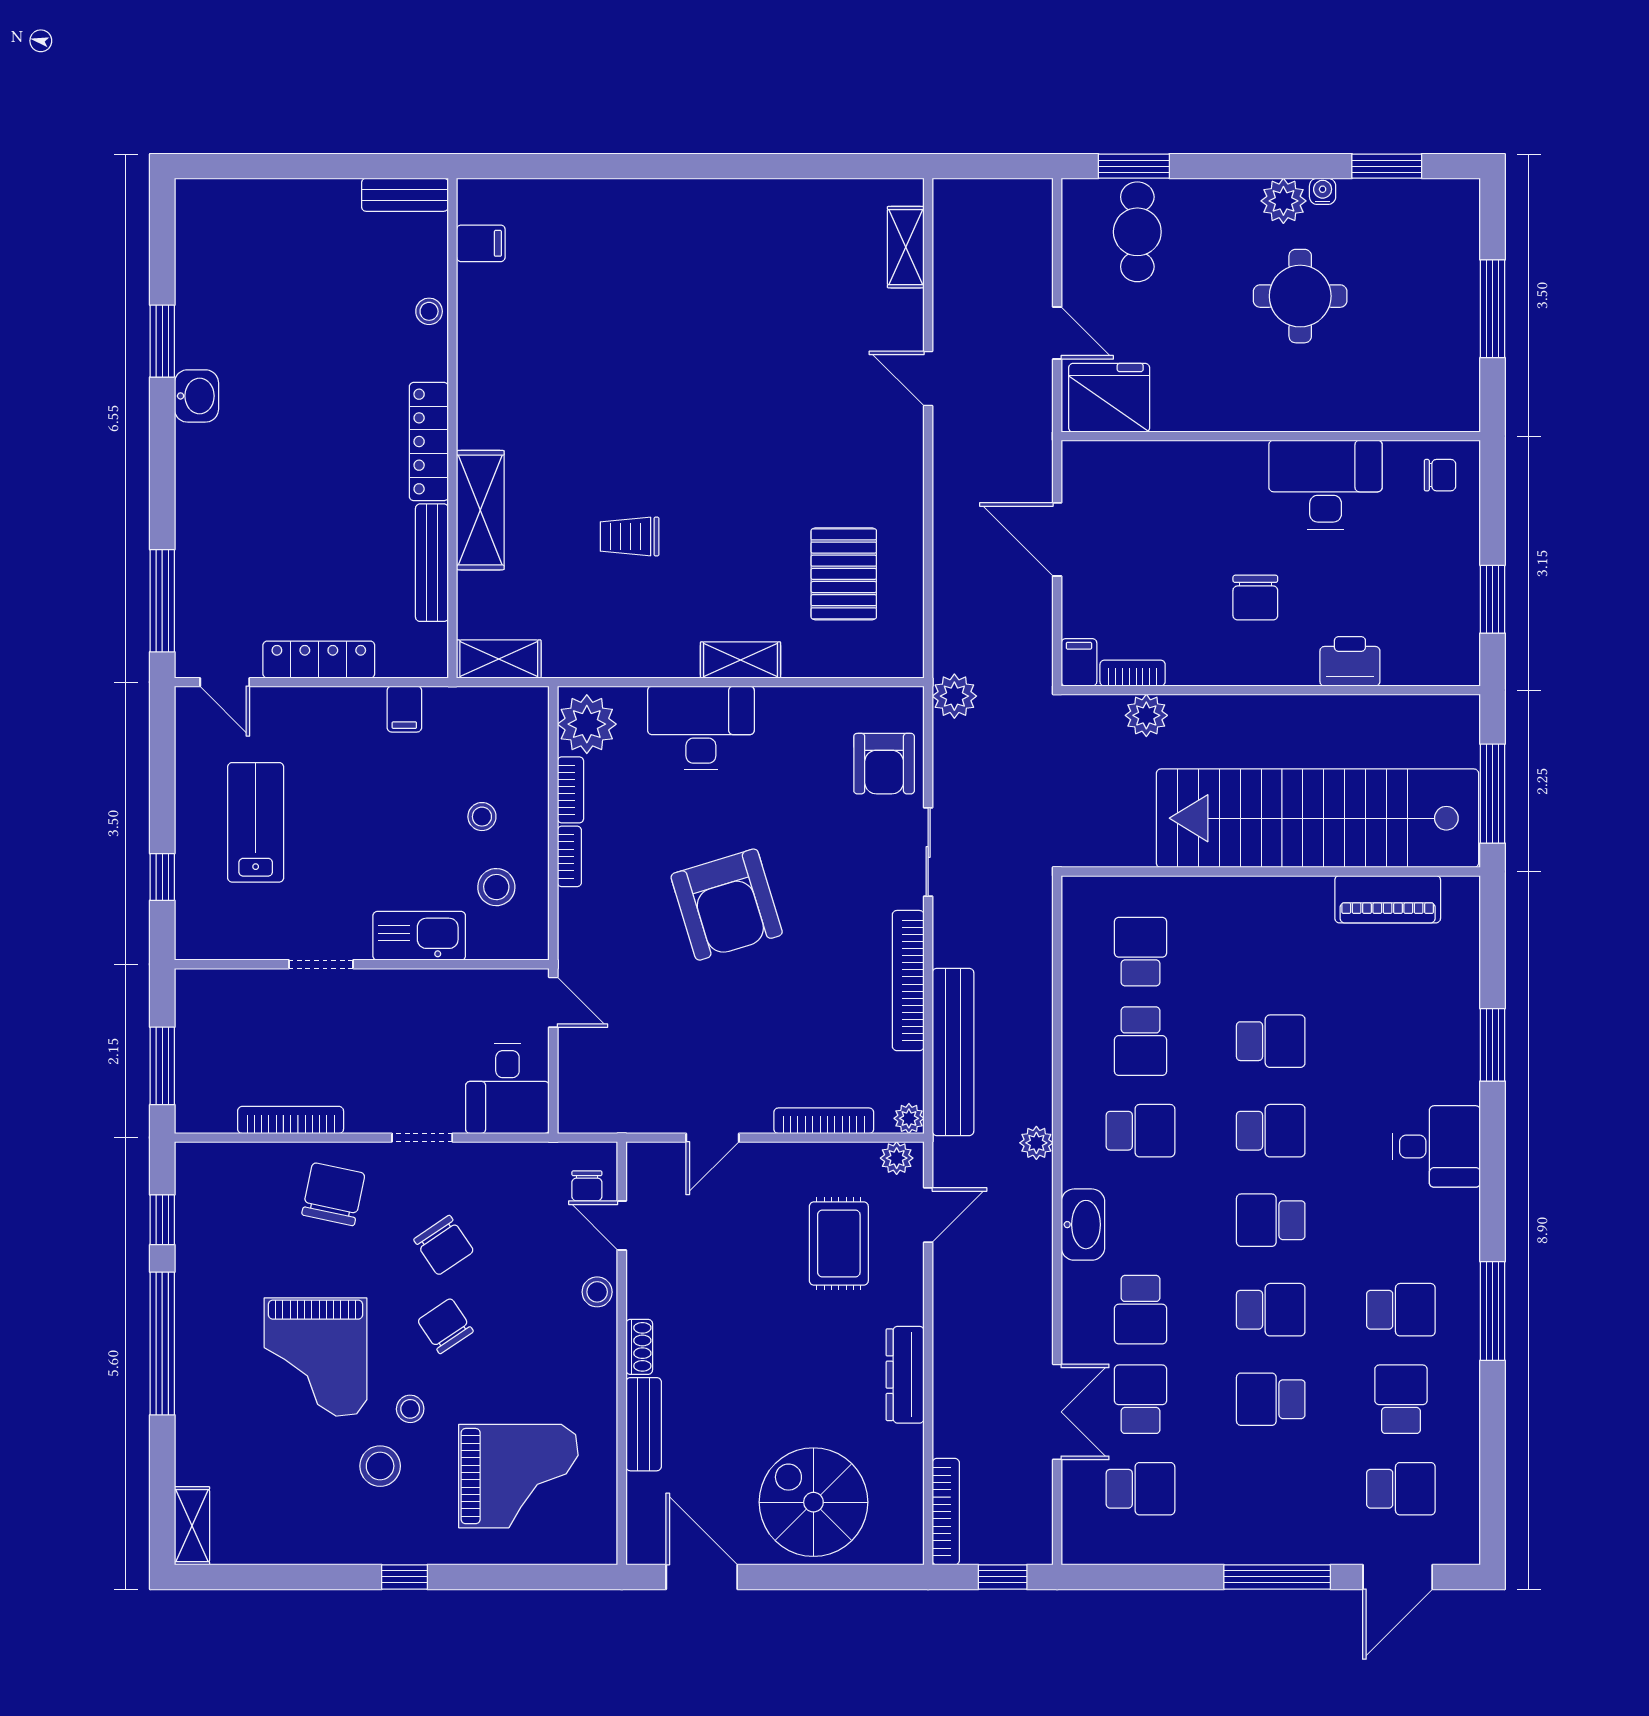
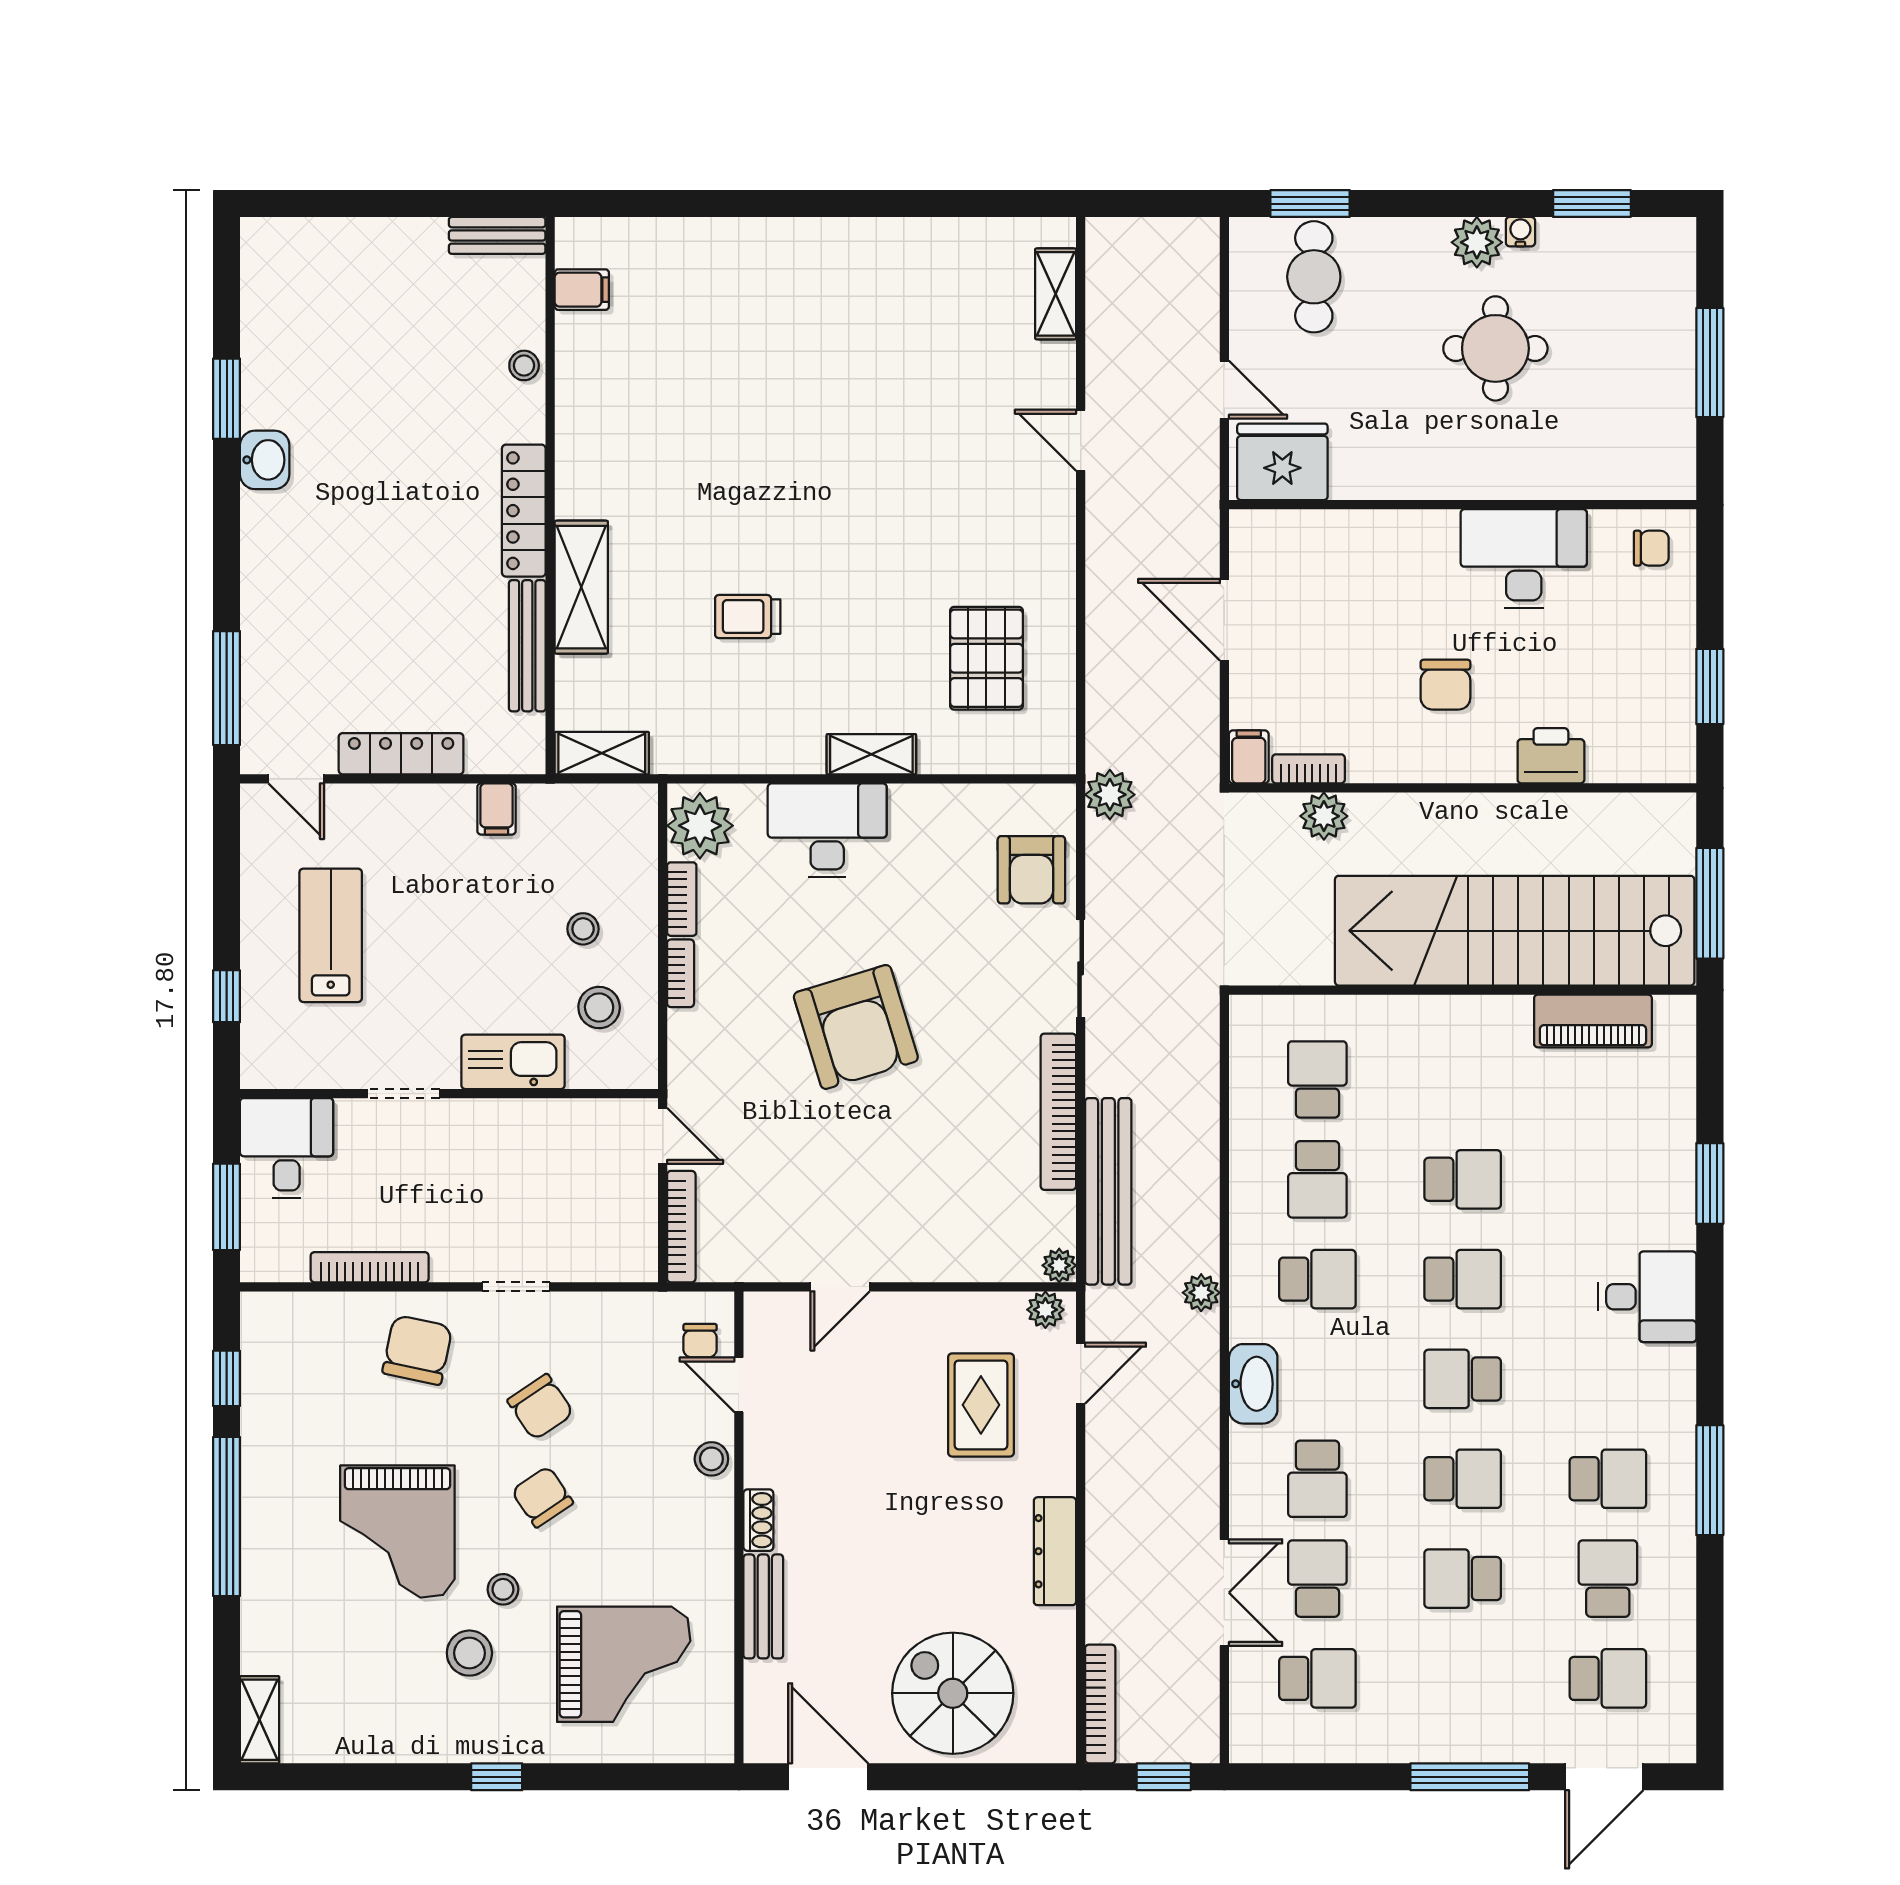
desk: (507, 1088) -> (287, 1148), moved, turned 180
bookcase: (824, 1121) -> (681, 1227), moved, turned 90

